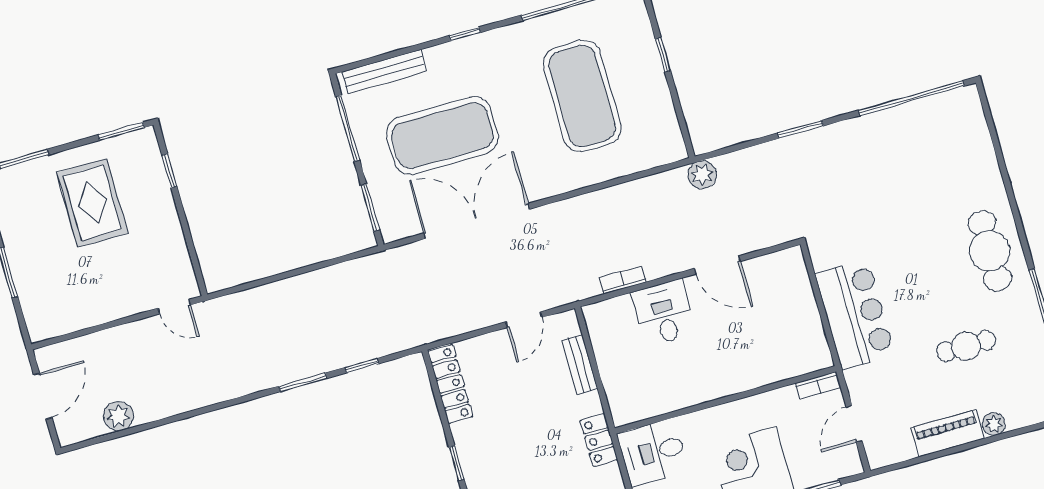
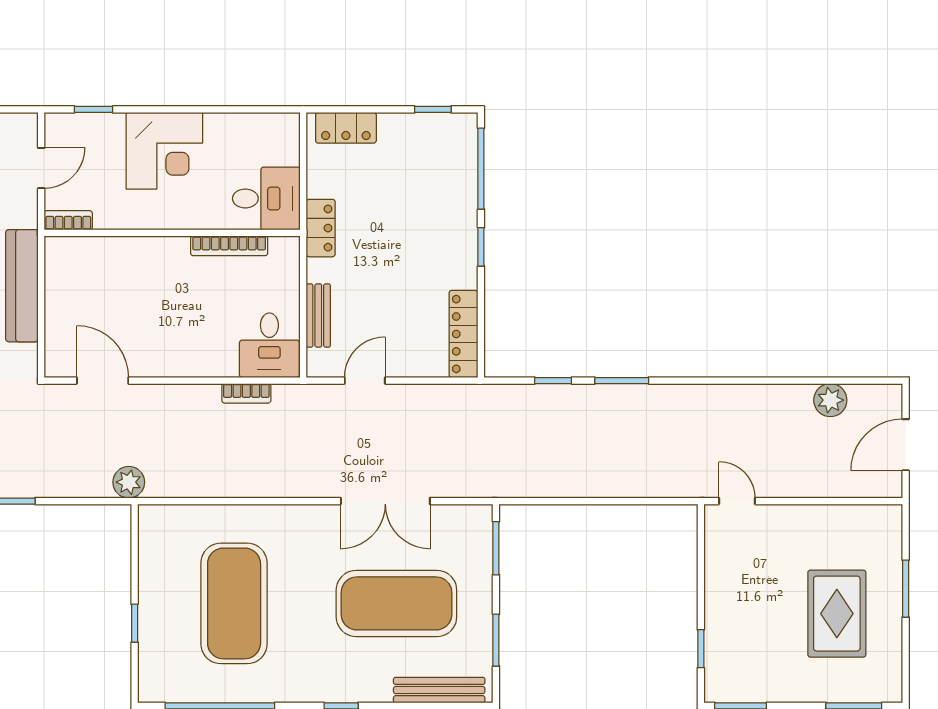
window: (348, 128) -> (496, 640), width x0.69
rug: (93, 203) -> (837, 614), moved
double door: (477, 221) -> (385, 501), width x0.73
door: (717, 265) -> (103, 381), moved
desk: (664, 313) -> (269, 345), moved
bookcase: (673, 403) -> (229, 246), added

